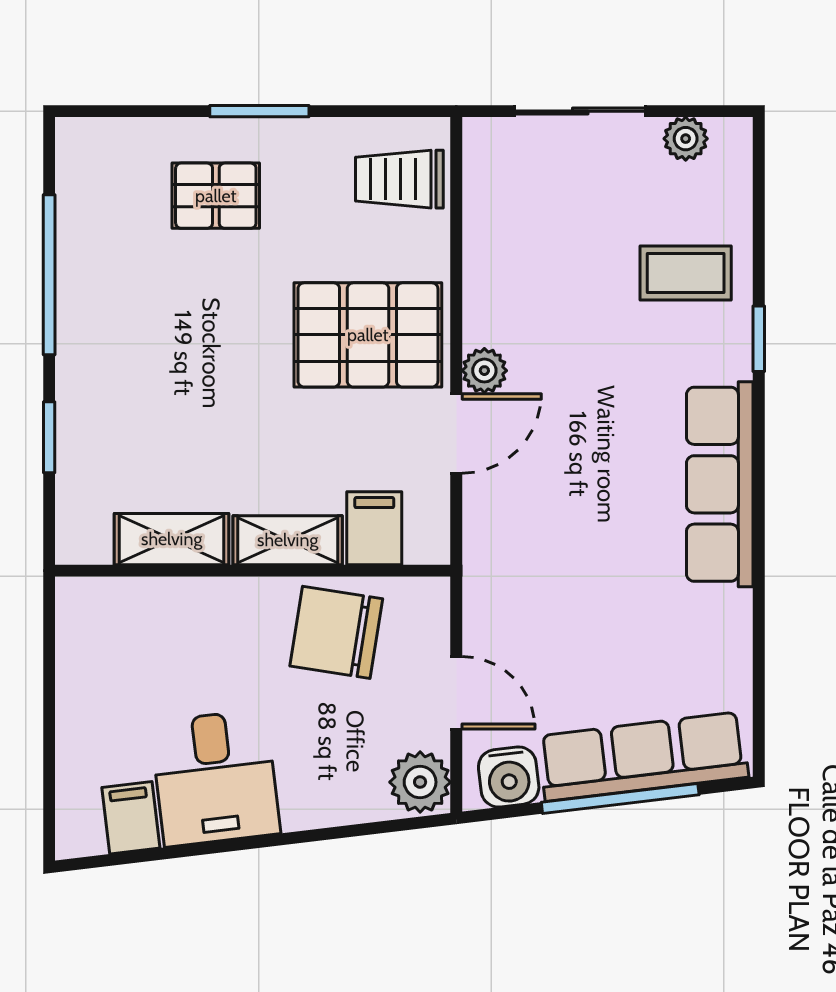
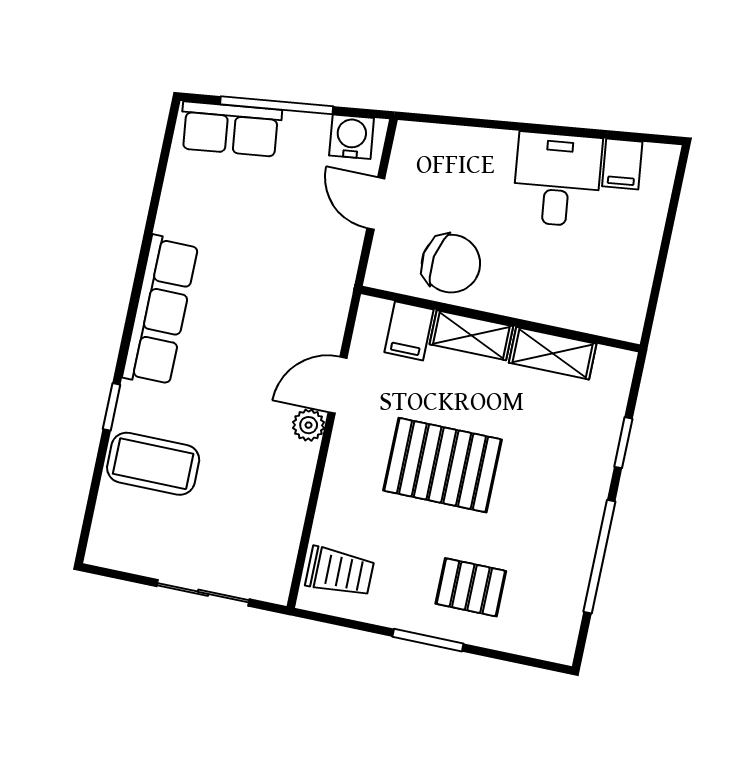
plant: (686, 139) -> (133, 558), removed
coffee table: (686, 273) -> (153, 464), width x1.36, depth x1.30
pallet: (368, 335) -> (442, 465), moved
row of seats: (643, 757) -> (231, 129), width x0.68
plant: (420, 782) -> (414, 146), removed

